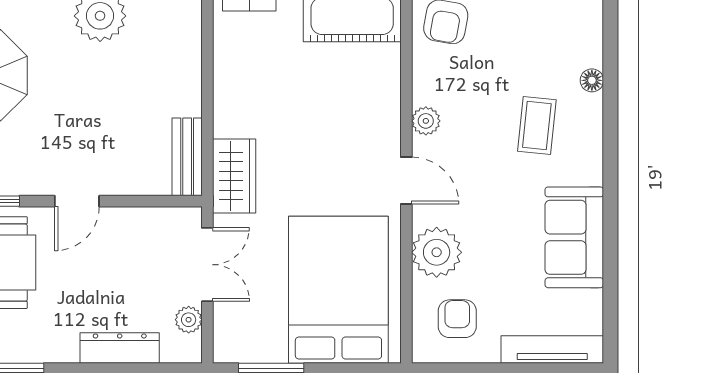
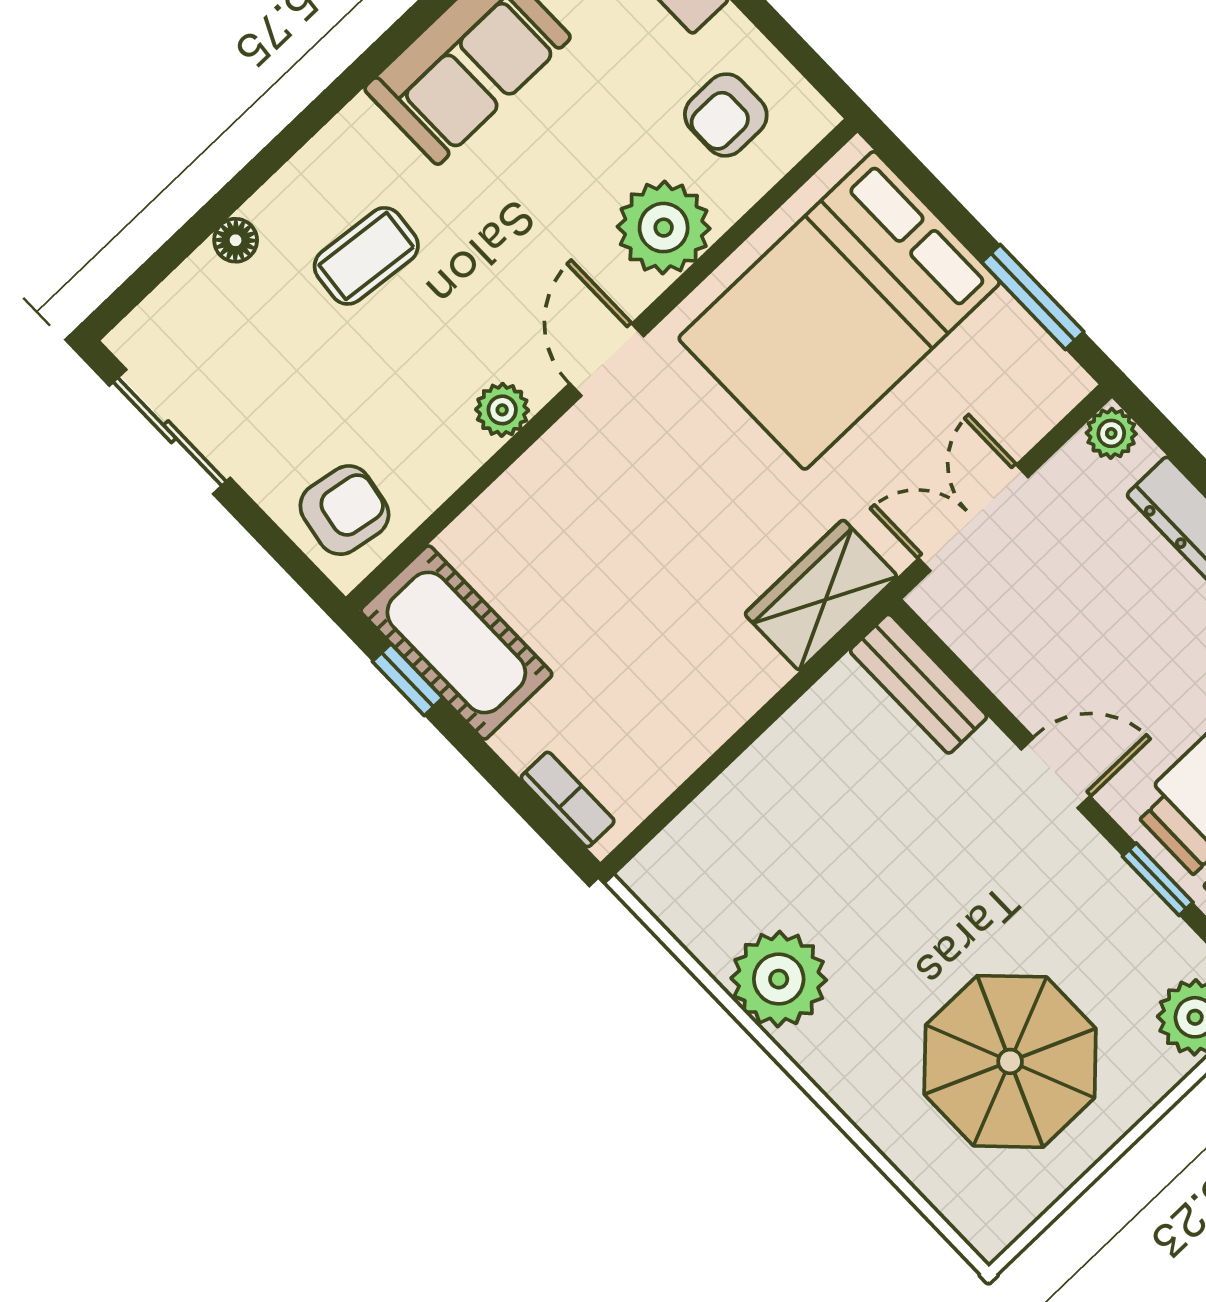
bench: (187, 157) -> (919, 684), moved, turned 90
plant: (189, 320) -> (1111, 433), moved

